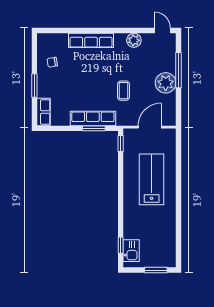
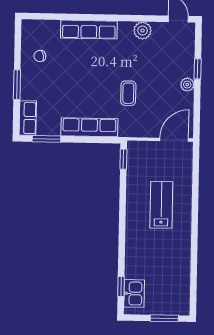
window: (179, 70) -> (198, 69), width x0.46
plant: (166, 83) -> (187, 85), width x0.53, depth x0.53
door: (150, 127) -> (174, 140), moved
window: (94, 128) -> (46, 139), moved
lab bench: (152, 179) -> (161, 205), width x0.73, depth x0.72

